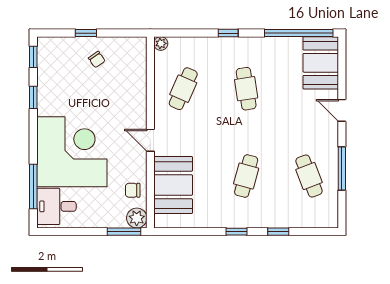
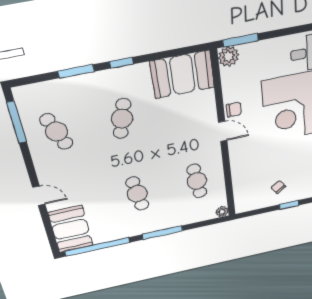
window: (228, 33) -> (162, 233), width x2.17
cafe table: (183, 89) -> (197, 181), turned -30
window: (342, 169) -> (17, 122), moved
booth: (173, 185) -> (182, 74), moved, turned 90
chair: (133, 190) -> (234, 110), moved
window: (278, 232) -> (76, 71), width x1.50

